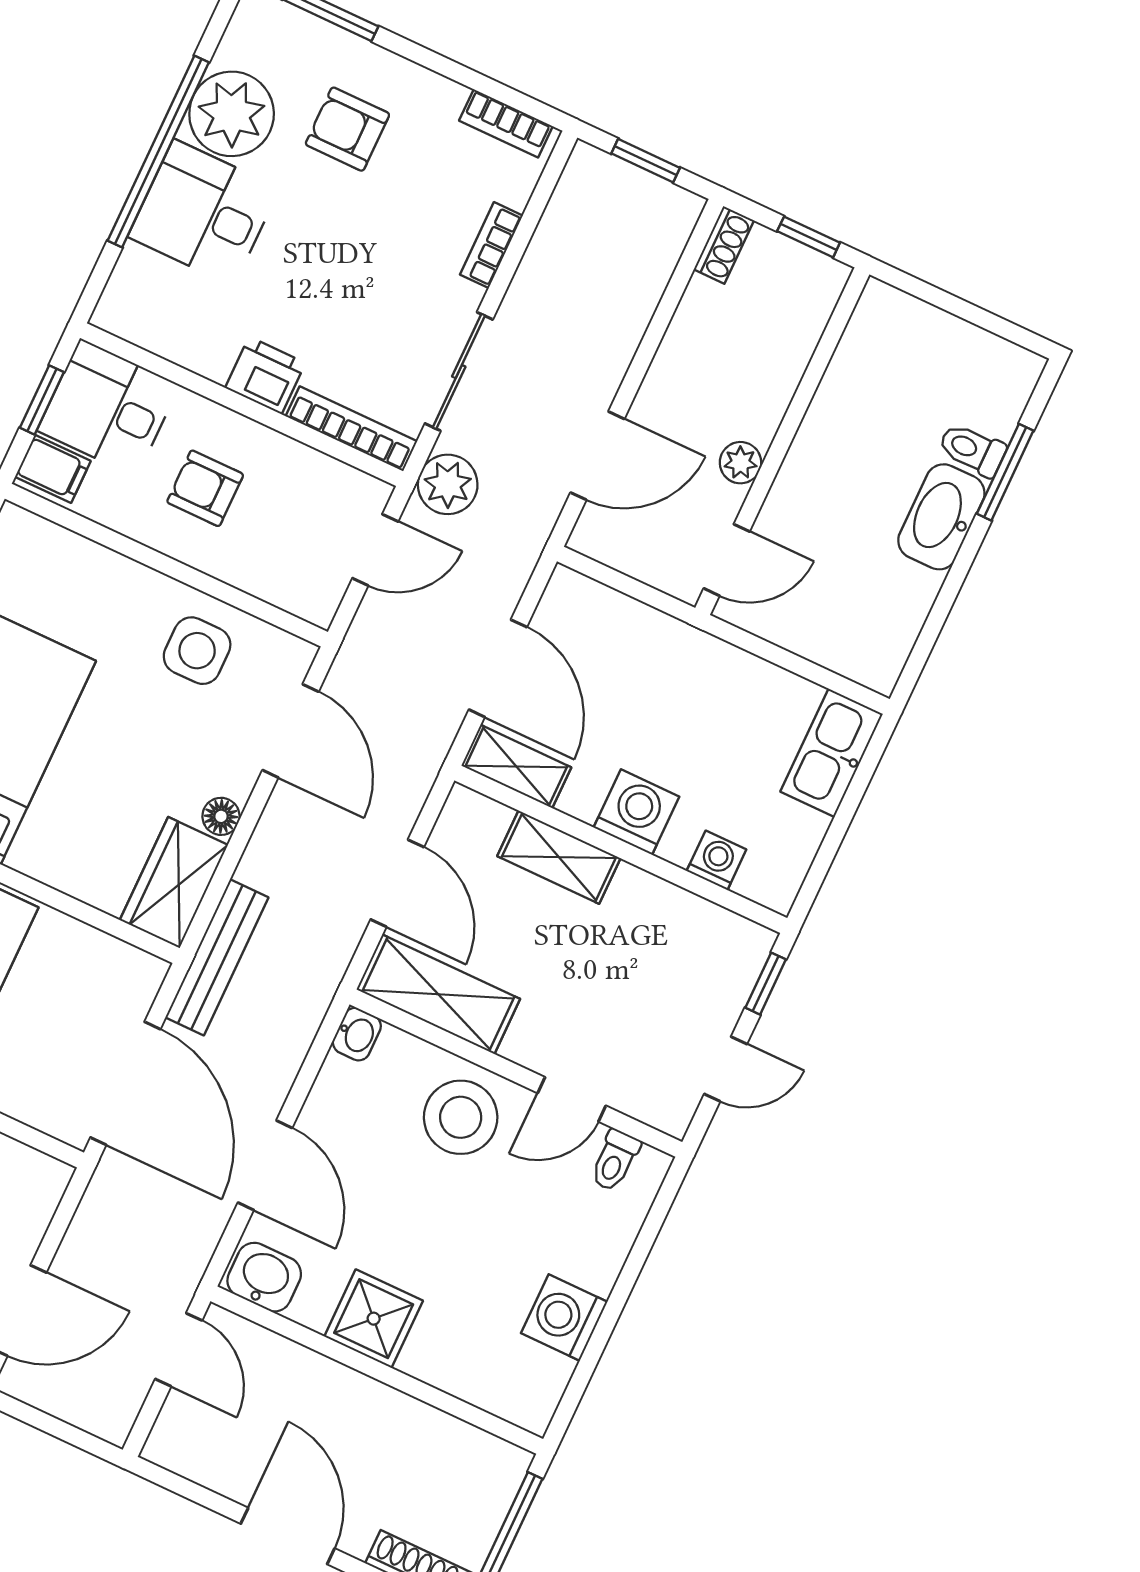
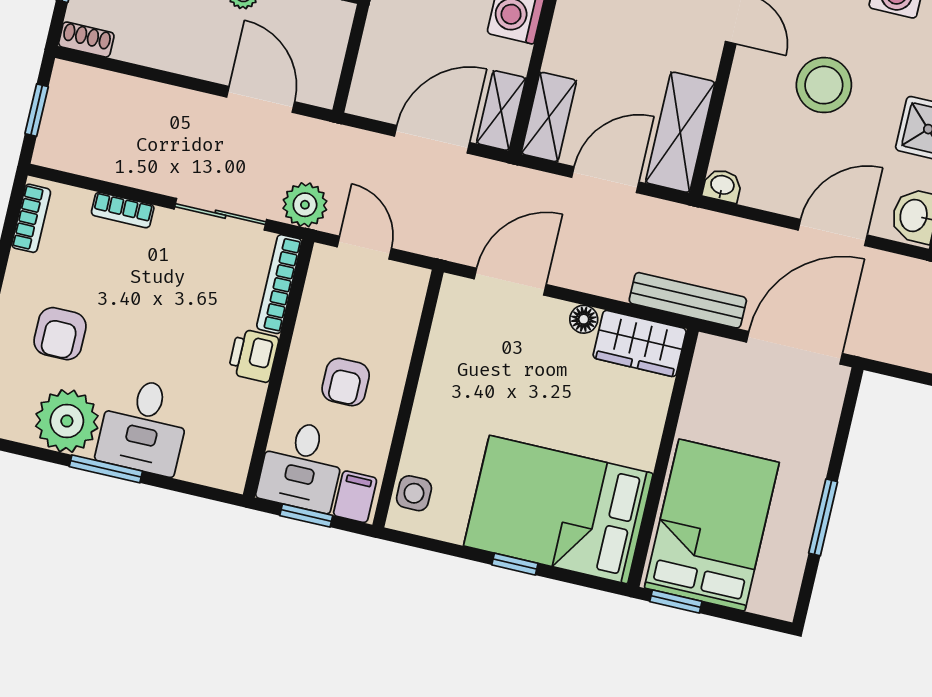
window: (158, 151) -> (106, 469), width x0.47
side table: (197, 651) -> (414, 493), moved, width x0.73, depth x0.73
shelving: (559, 857) -> (549, 117), moved
stool: (461, 1117) -> (824, 85), moved

